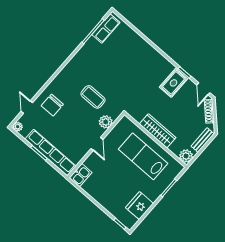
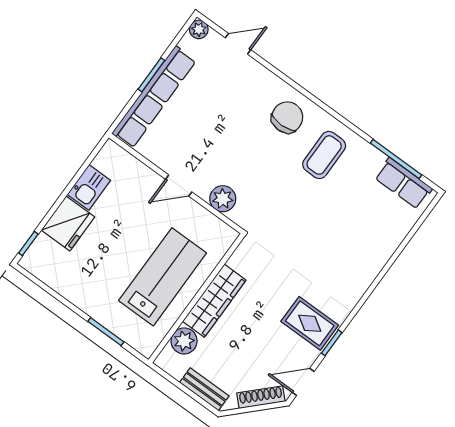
coffee table: (93, 97) -> (324, 155), moved
chair: (52, 105) -> (287, 117), moved, turned 90
plant: (186, 156) -> (184, 341), moved
kitchen sink: (81, 175) -> (89, 187), moved, turned -90
fridge: (139, 206) -> (68, 223), moved, turned 90

